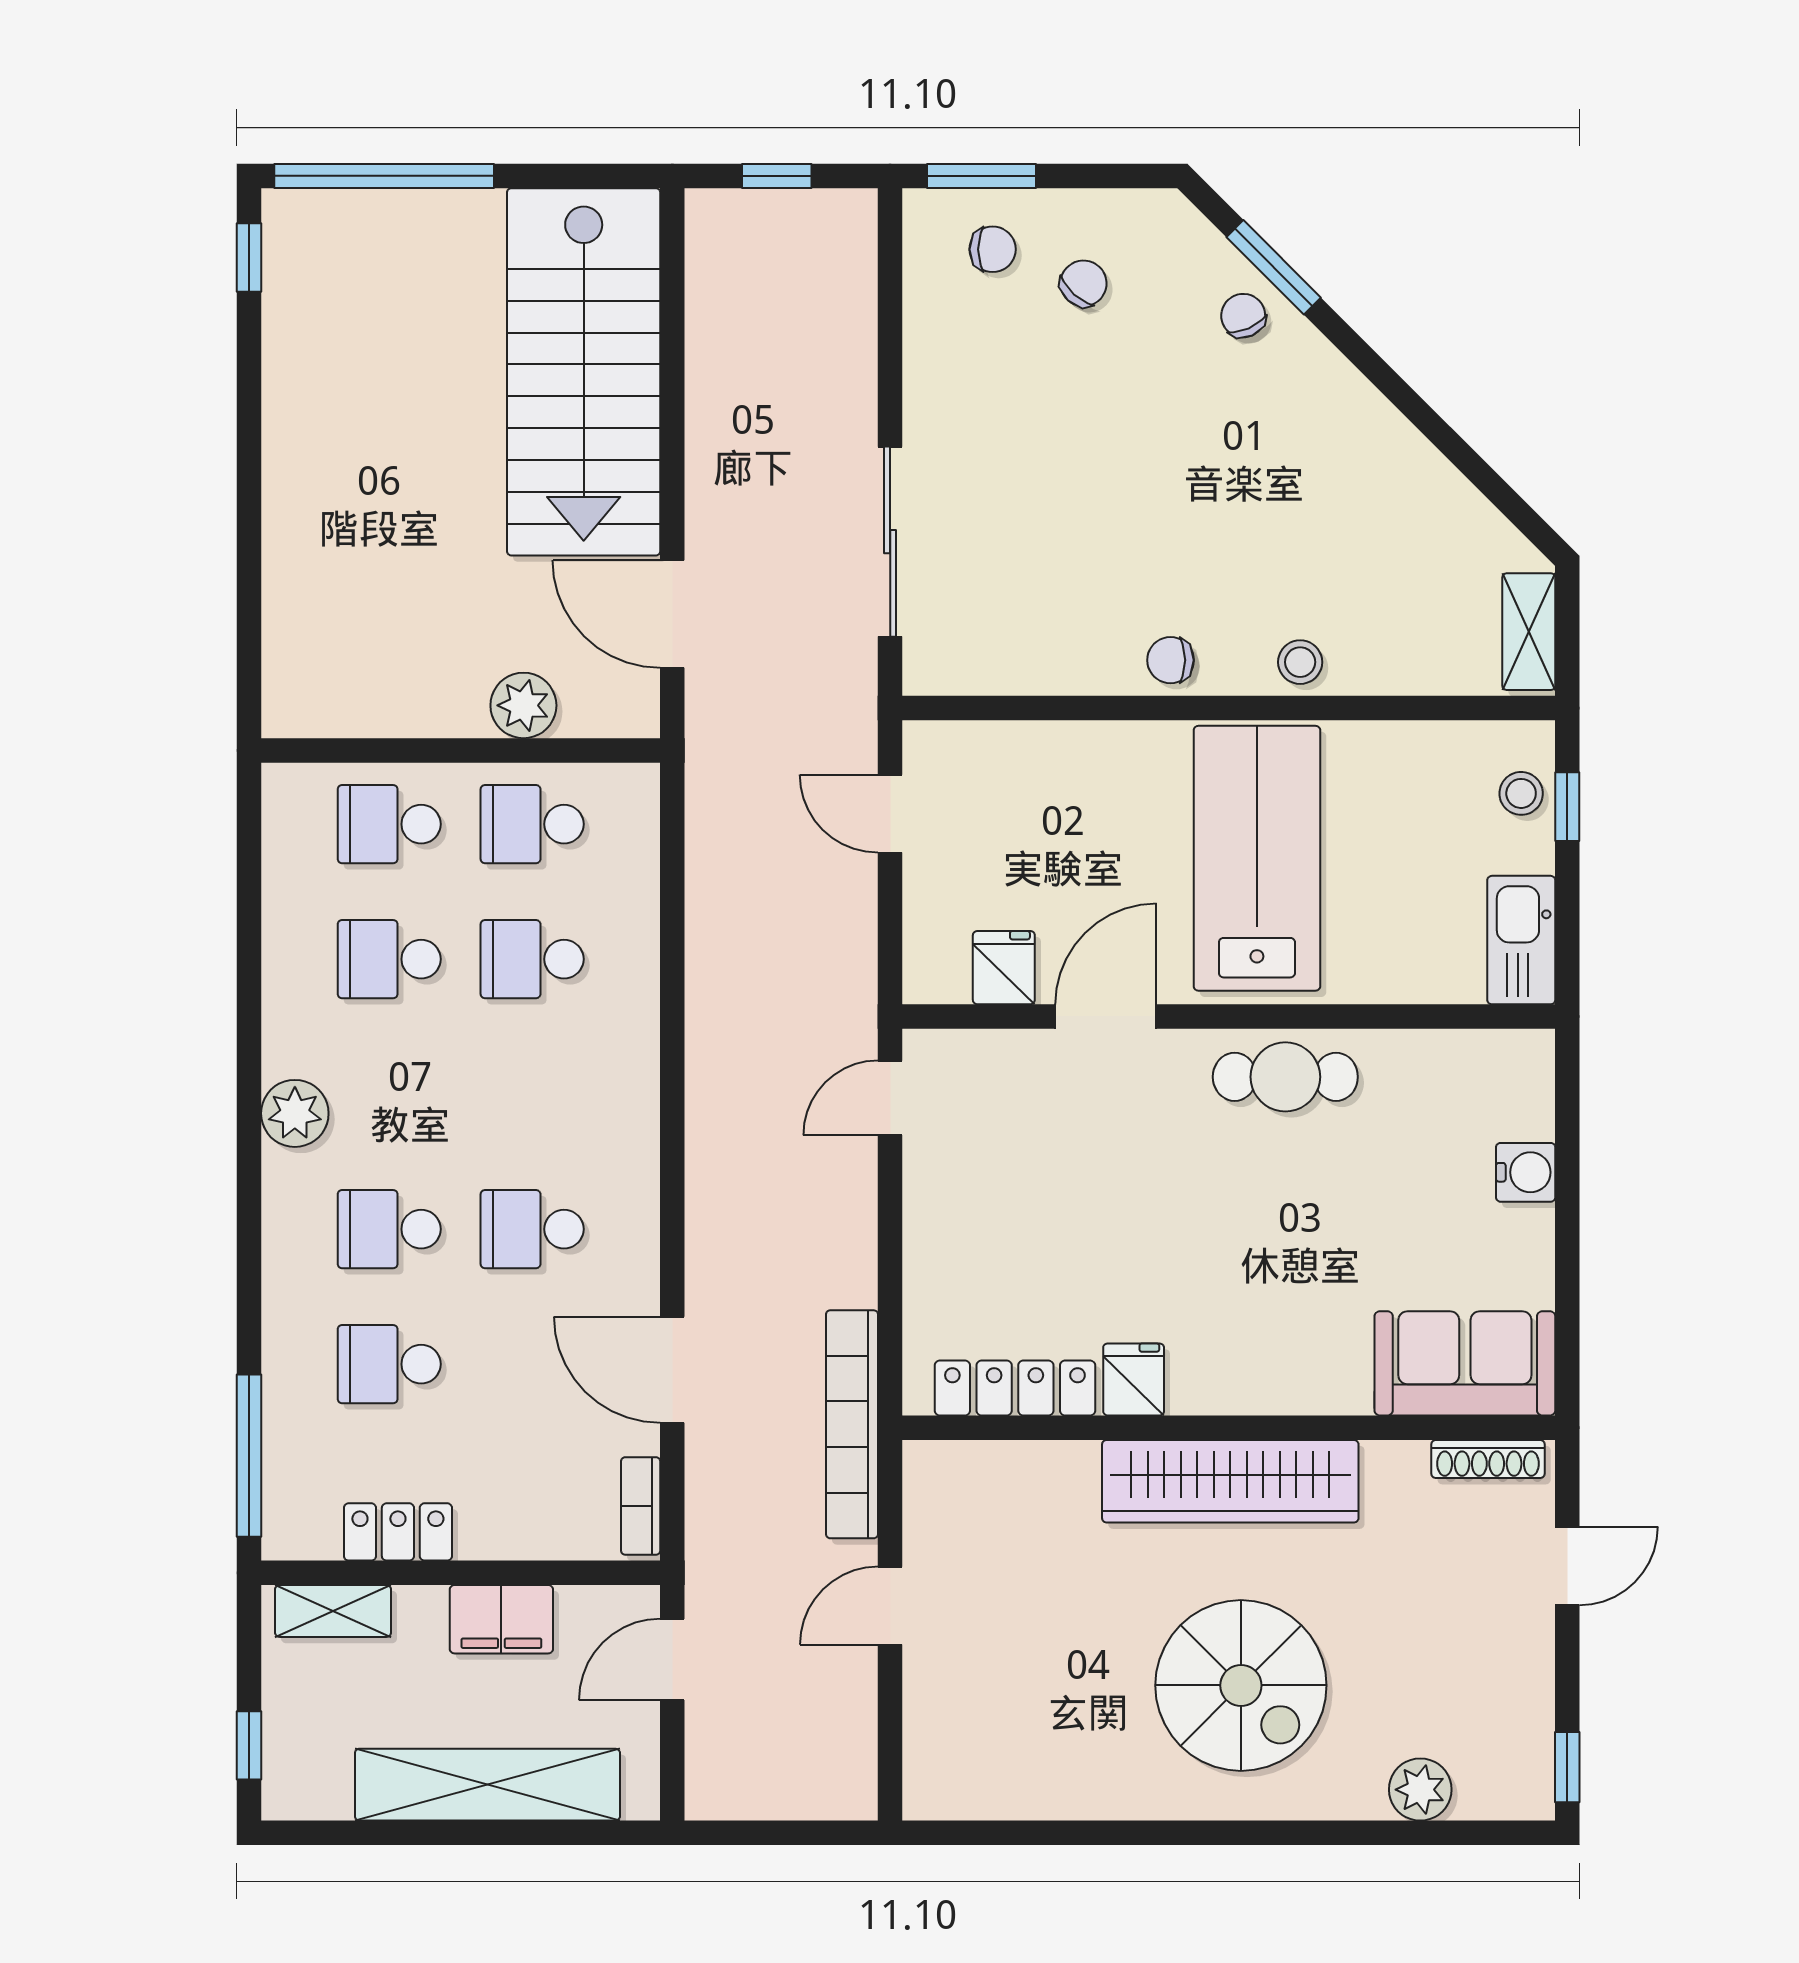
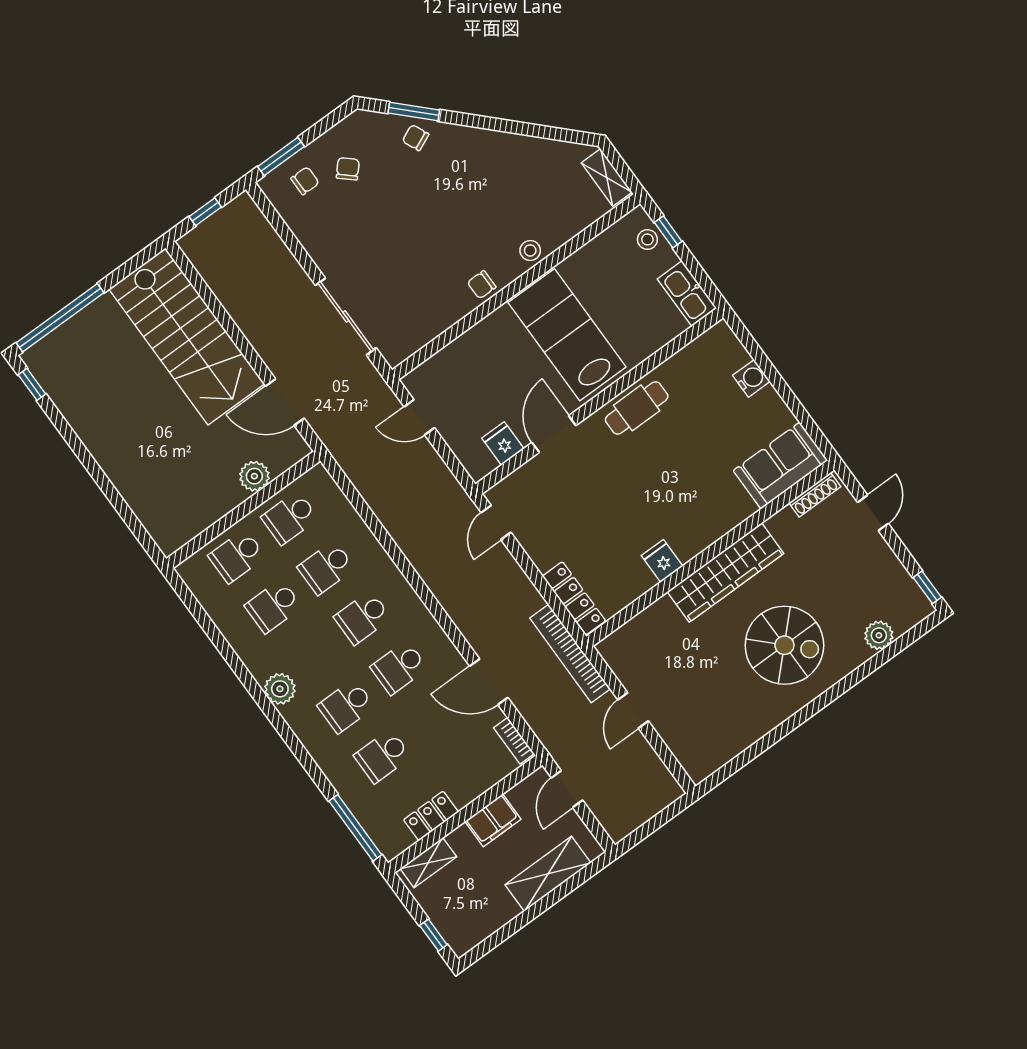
school desk: (532, 1094) -> (363, 618), added
locker: (1015, 1388) -> (574, 598), moved, turned 90
shelving: (487, 1785) -> (548, 874), width x0.68

